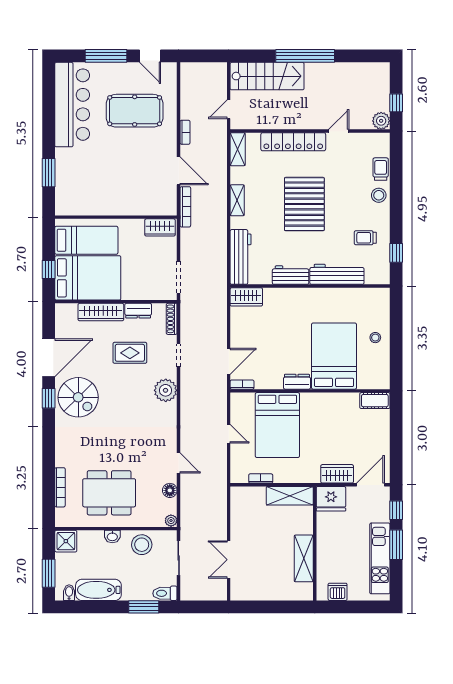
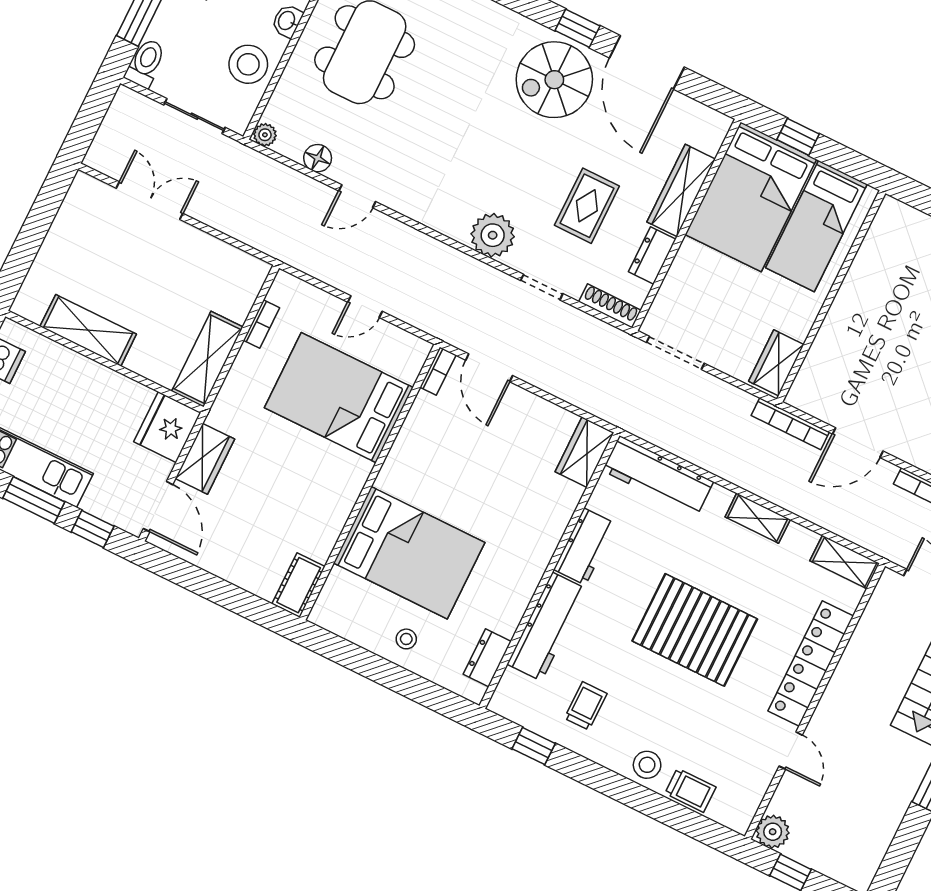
dresser: (297, 382) -> (487, 658), moved, turned 180

